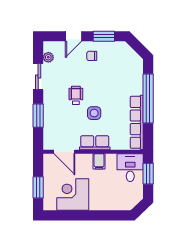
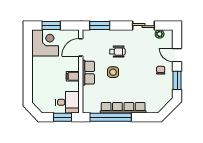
wheelchair: (76, 95) -> (117, 52), moved
window: (148, 98) -> (111, 117), moved
window: (38, 116) -> (100, 26), moved
row of seats: (137, 122) -> (123, 108), moved
corner desk: (73, 195) -> (45, 43), moved

